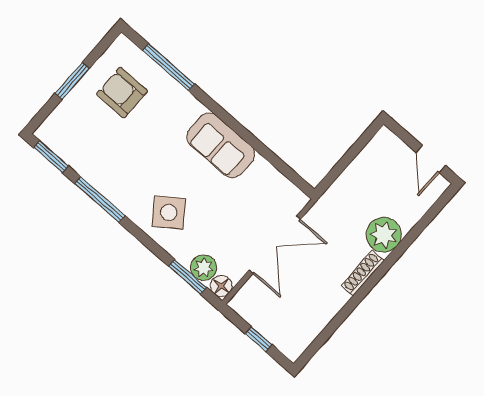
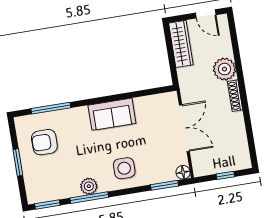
wardrobe: (371, 159) -> (181, 44), added
side table: (169, 212) -> (124, 168), turned 36
plant: (204, 268) -> (89, 186), moved

